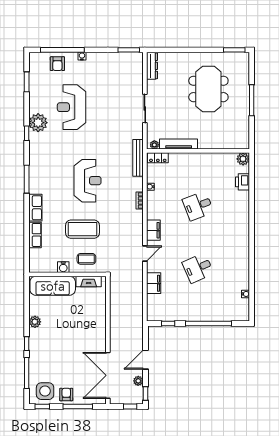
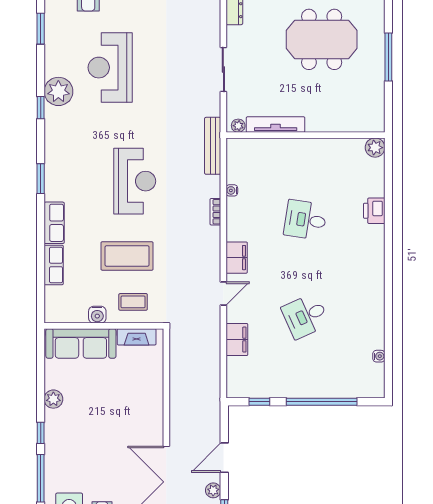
meeting table: (208, 89) -> (322, 39), turned 90
locker: (158, 158) -> (243, 146), removed
window: (27, 179) -> (41, 179), width x0.69
printer: (242, 182) -> (374, 211), moved
desk: (198, 206) -> (305, 220), turned 30

